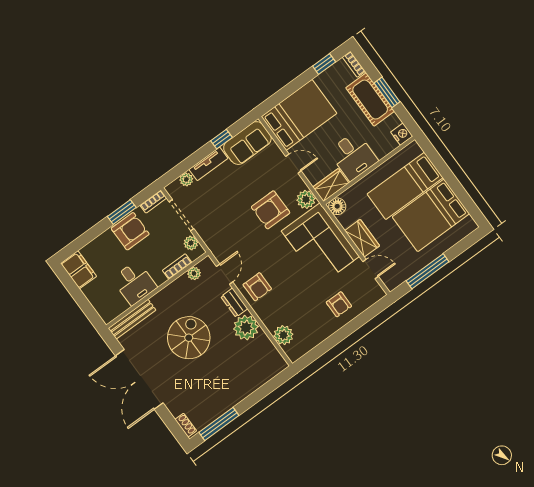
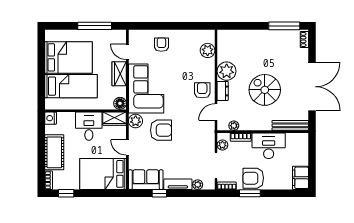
window: (387, 92) -> (41, 149), removed
desk: (134, 283) -> (269, 146), width x1.37
spiral stairs: (189, 338) -> (265, 90), turned 90

